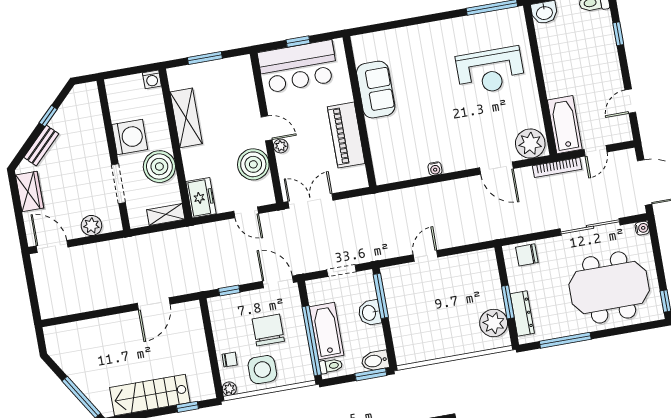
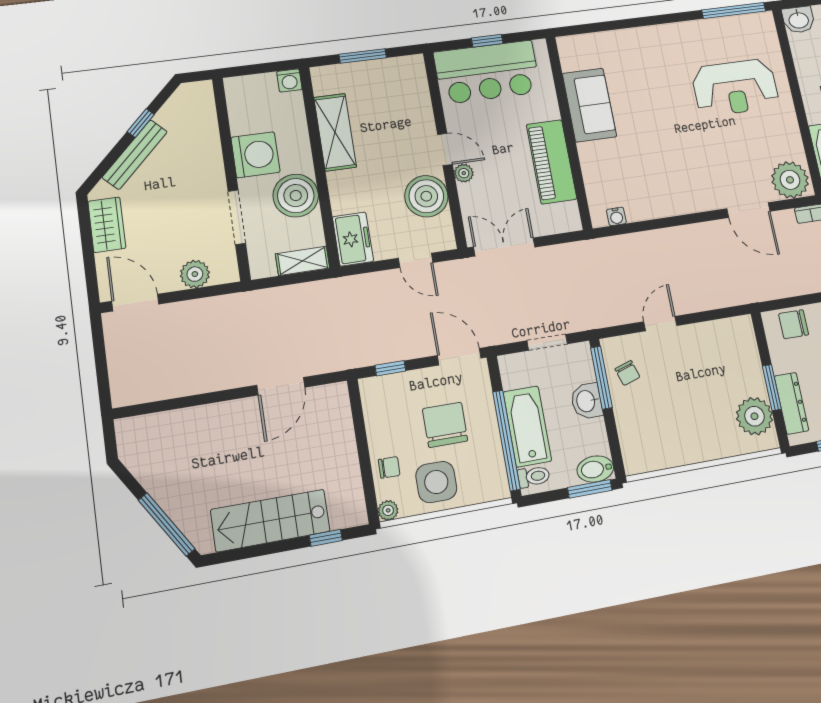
bench: (41, 146) -> (135, 155), width x1.36
water cooler: (435, 169) -> (616, 216), moved
chair: (400, 292) -> (627, 373), added

